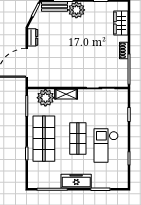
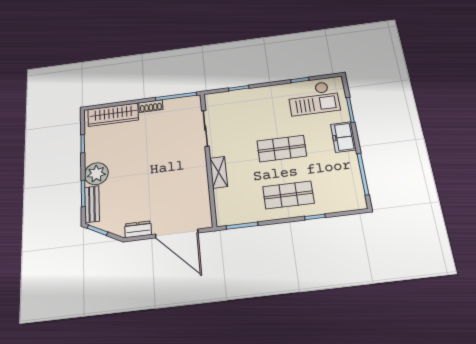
wardrobe: (121, 23) -> (113, 115), width x1.50
plant: (45, 98) -> (227, 200), removed
shop shelf: (44, 139) -> (288, 195), width x0.70, depth x0.74
checkout: (106, 146) -> (314, 98), moved
freezer: (76, 181) -> (343, 137), width x0.71

